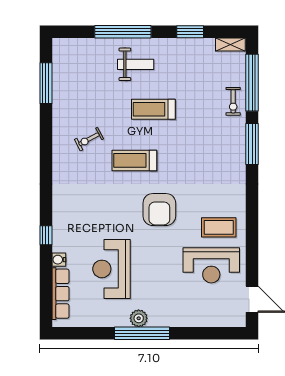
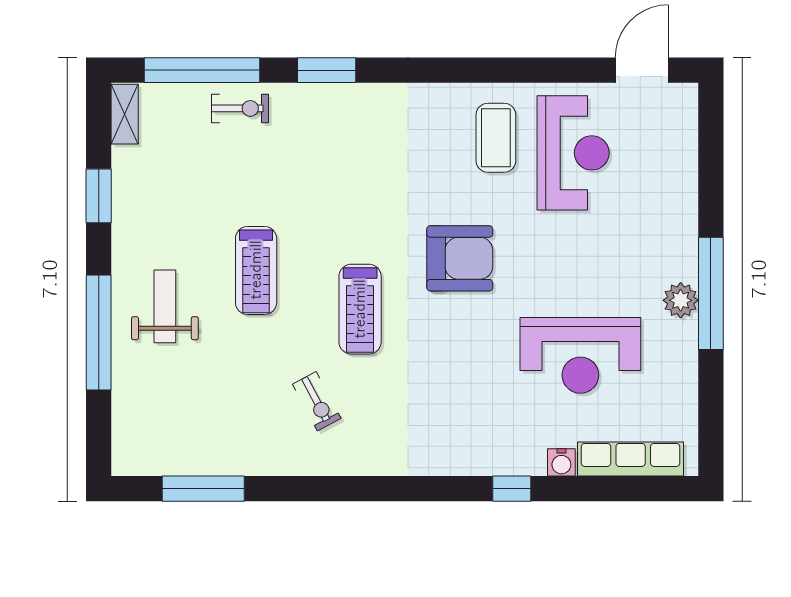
window: (252, 144) -> (327, 70), width x0.69

